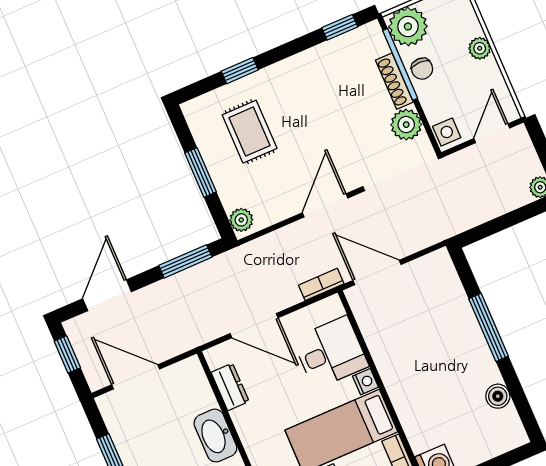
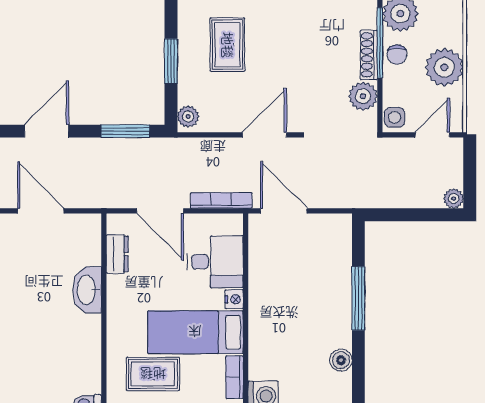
plant: (480, 48) -> (444, 67), width x1.88, depth x1.88
bookcase: (321, 284) -> (221, 201), width x1.56

